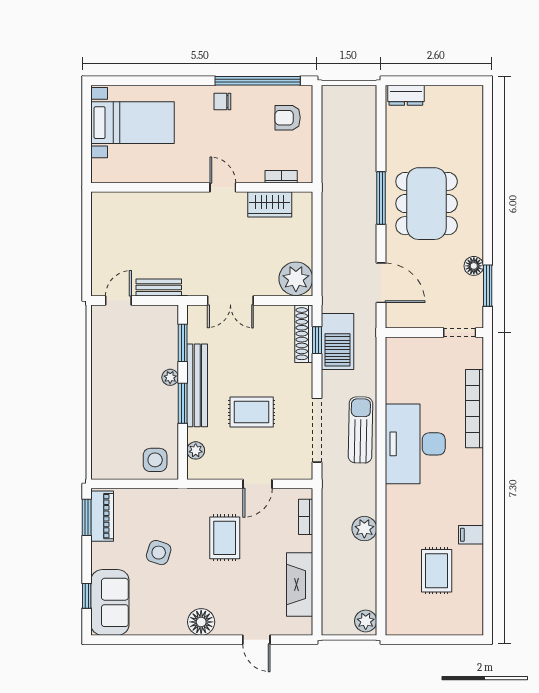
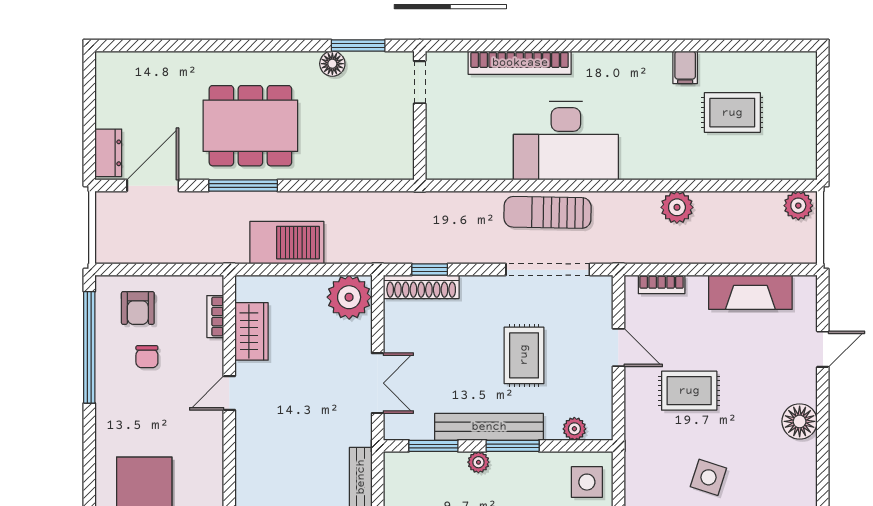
chair: (222, 101) -> (147, 357), moved
door: (381, 283) -> (153, 186), moved
barbecue: (337, 341) -> (287, 243), moved

